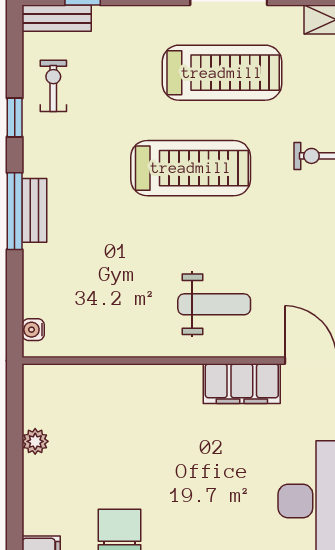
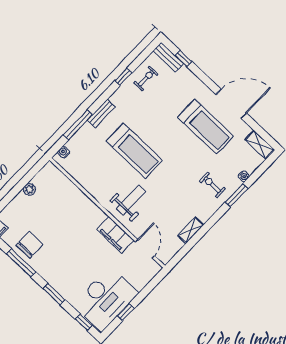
treadmill: (191, 168) -> (134, 151), moved
window: (15, 211) -> (78, 125), moved
weight bench: (214, 304) -> (131, 200), turned -90

